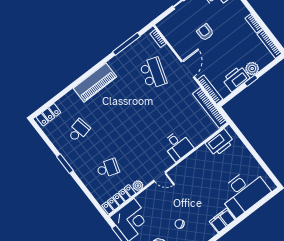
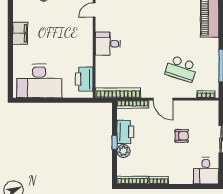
desk: (244, 192) -> (39, 81), moved, turned -90

